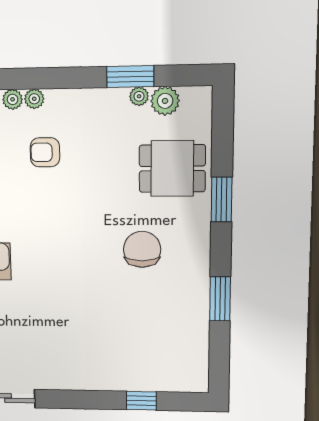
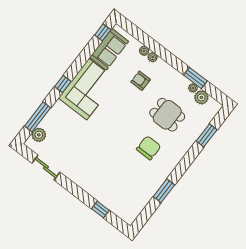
dining table: (172, 168) -> (167, 115), moved
window: (222, 200) -> (207, 135), moved

